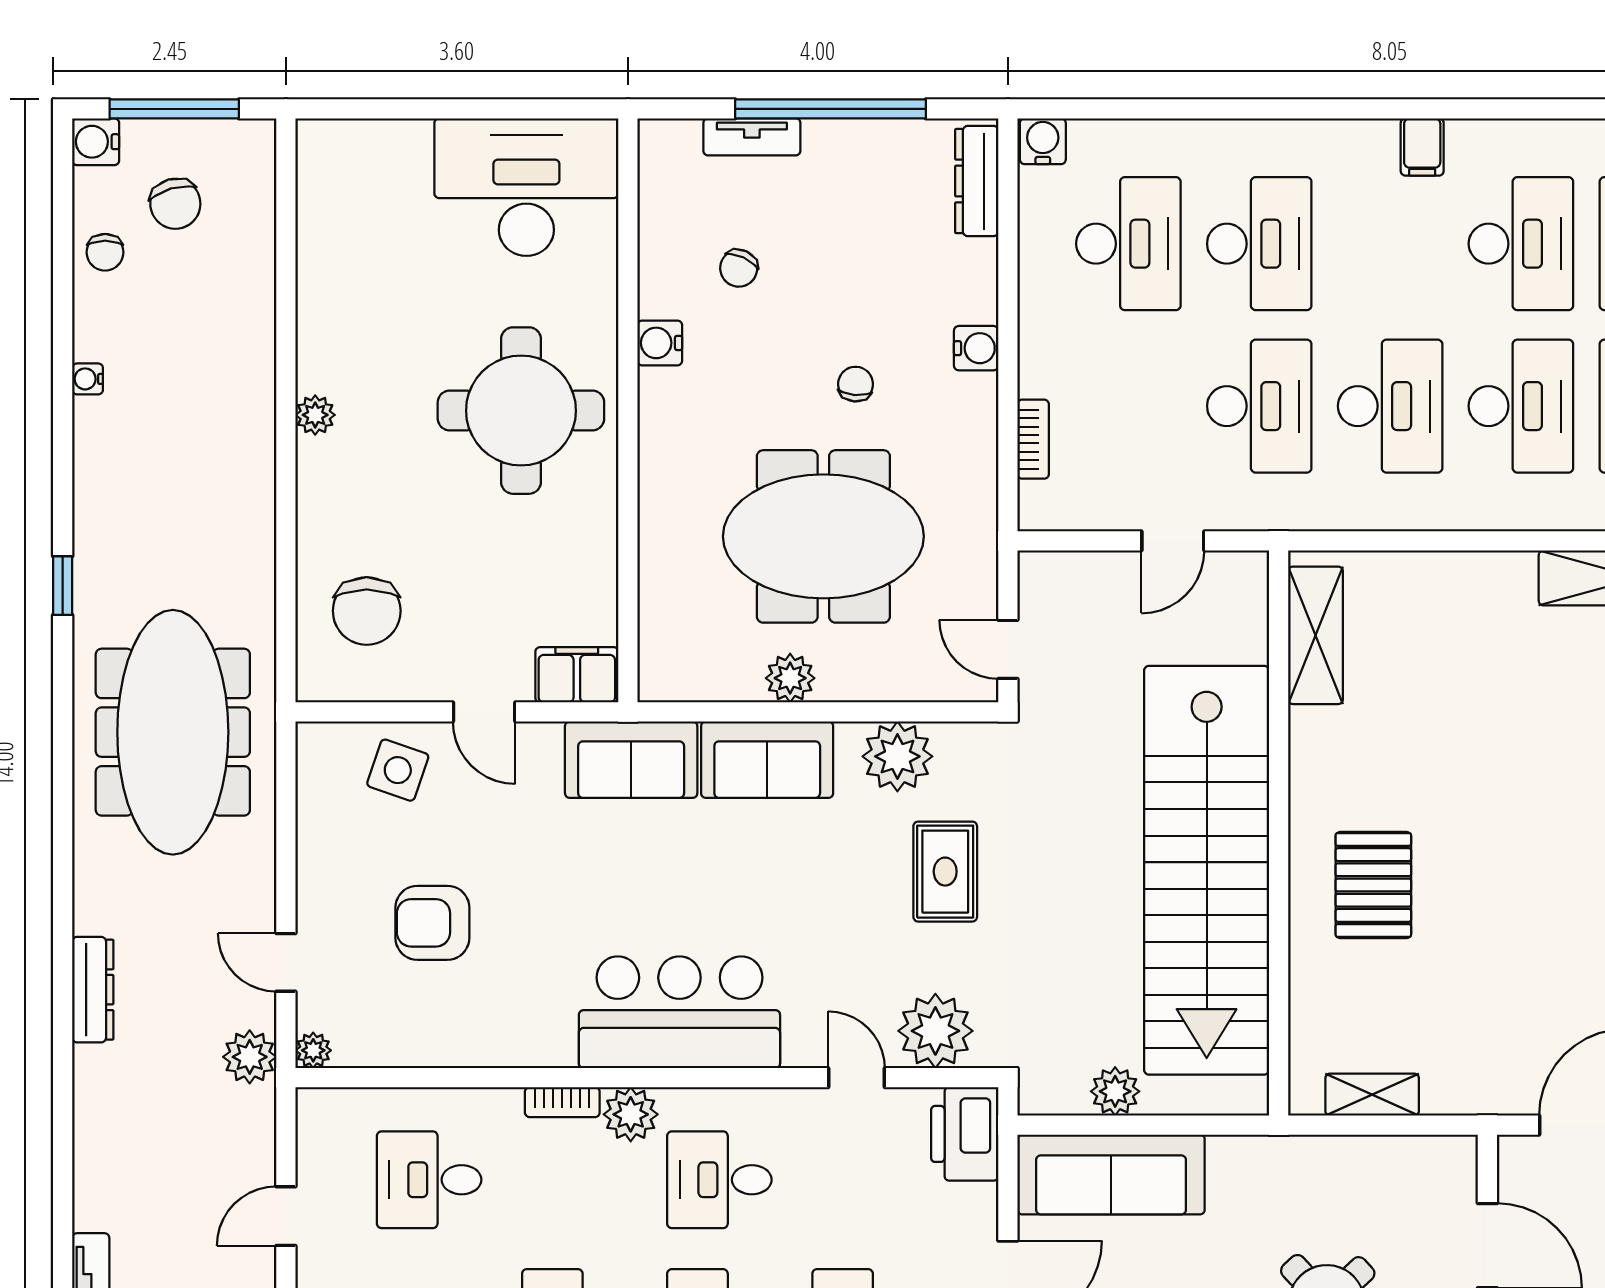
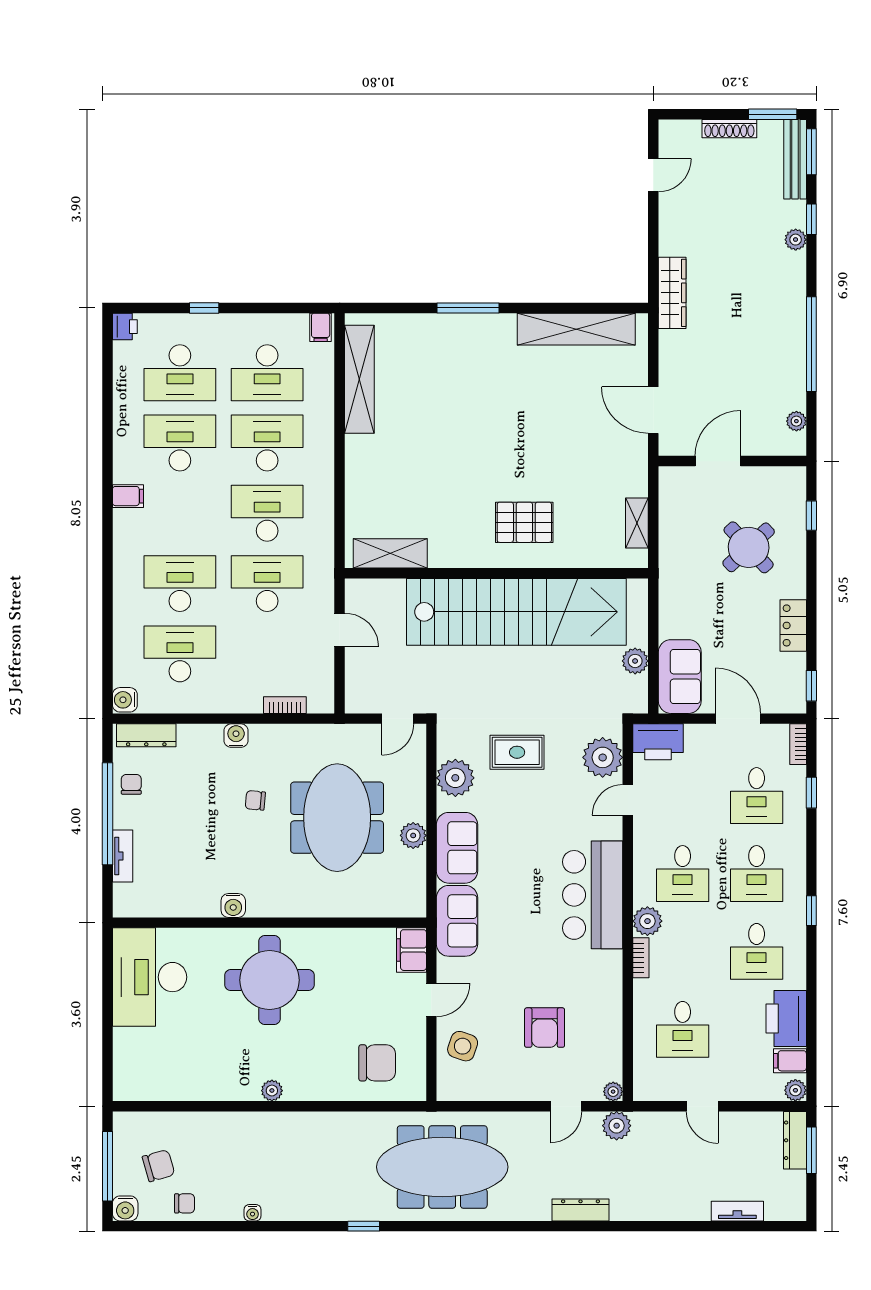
chair: (739, 268) -> (131, 784), moved, turned -115
sofa: (1111, 1174) -> (680, 677), width x0.73

